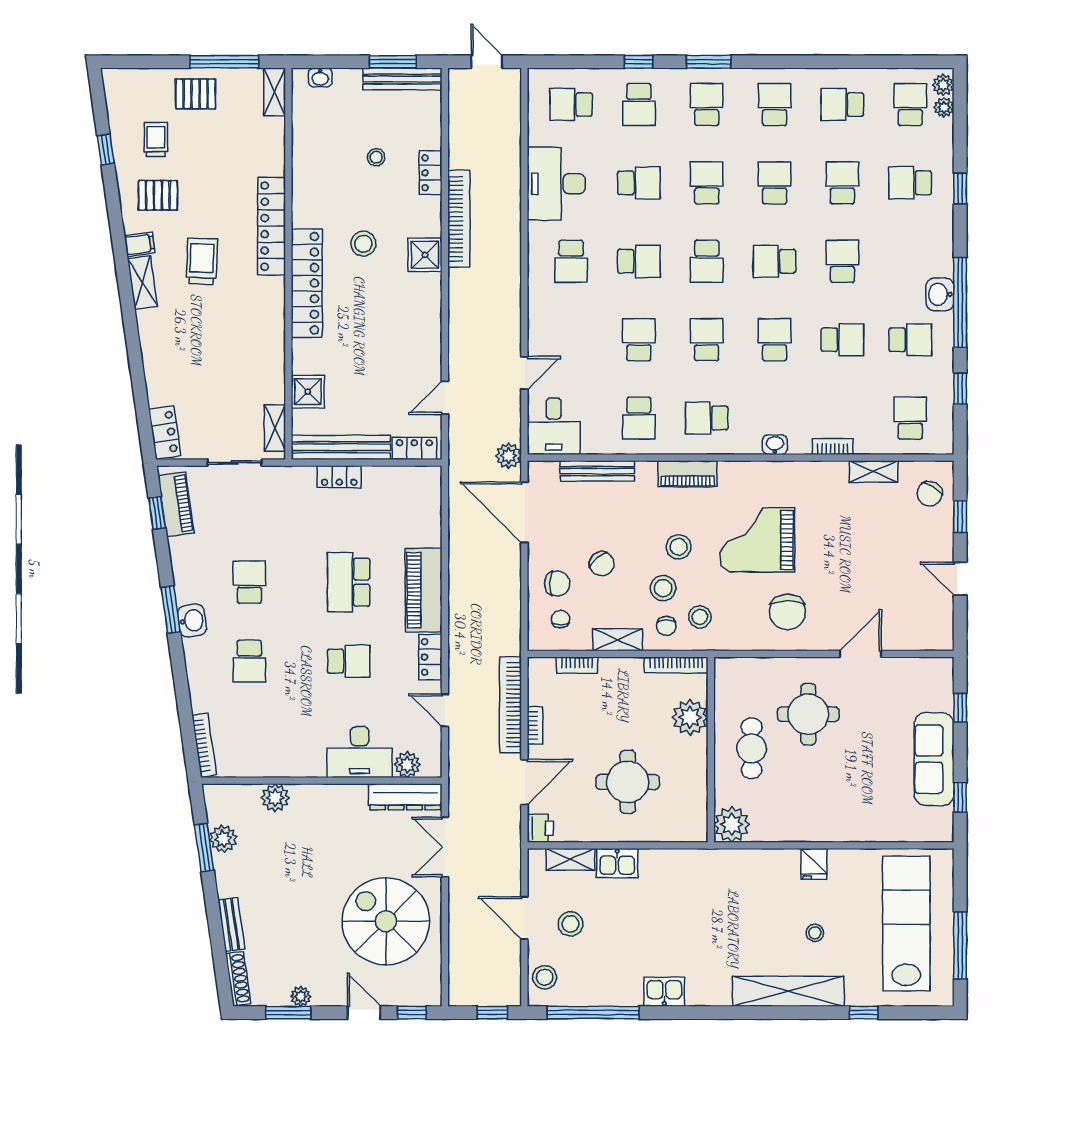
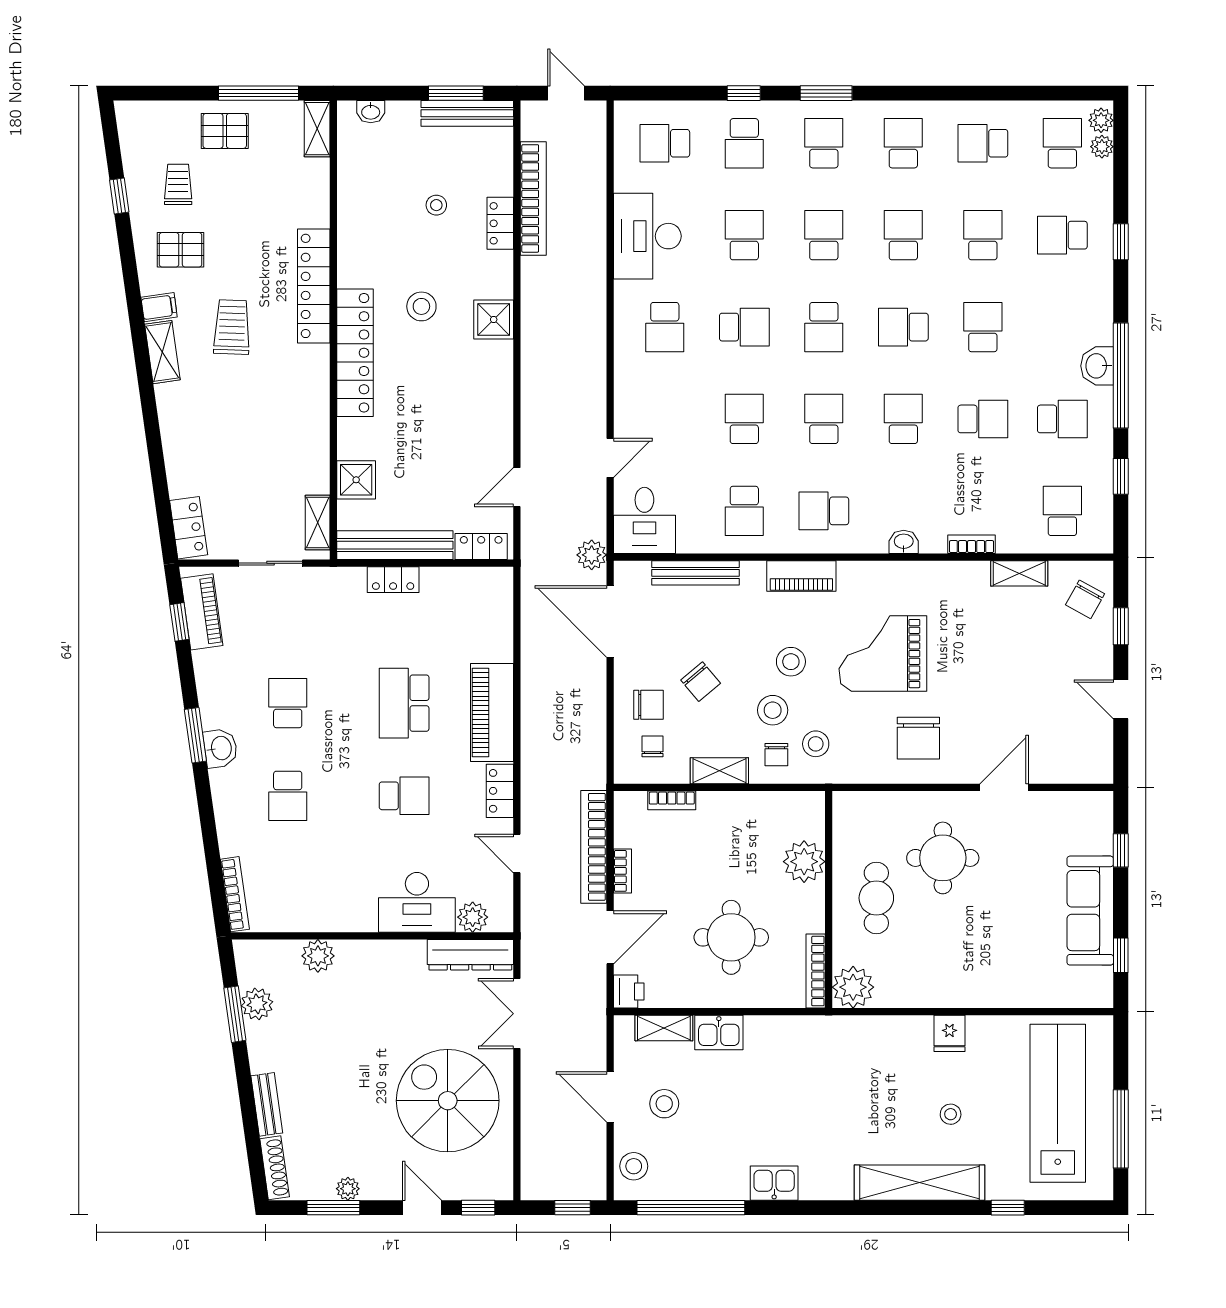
school desk: (639, 183) -> (744, 235), turned -90
bookcase: (459, 219) -> (533, 198), moved
bookcase: (676, 665) -> (816, 971), moved, turned 90

